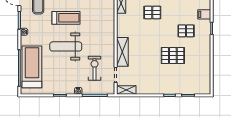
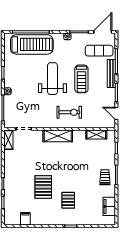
pallet: (152, 12) -> (87, 166), removed
filing cabinet: (204, 14) -> (25, 219), moved
shelving: (122, 52) -> (58, 136), moved
exercise bike: (95, 68) -> (69, 112), moved

